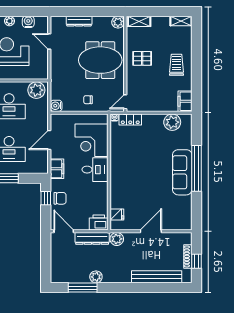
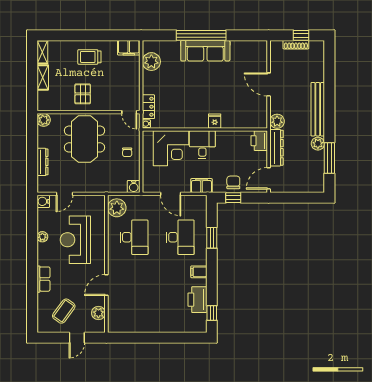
shelving: (139, 21) -> (43, 77), moved
water cooler: (28, 22) -> (43, 201), moved
fridge: (117, 214) -> (215, 121), moved
bench: (157, 277) -> (318, 109), moved

